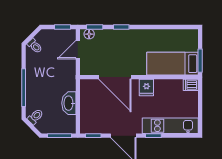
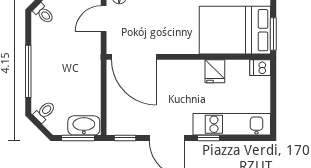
bed: (172, 64) -> (235, 30), width x1.50
door: (115, 77) -> (134, 57), moved
fridge: (146, 88) -> (215, 71), moved
washbasin: (69, 103) -> (84, 125), moved, turned 90

